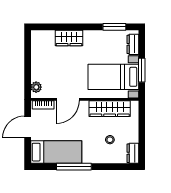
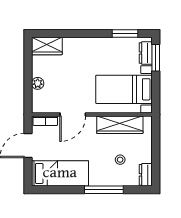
wardrobe: (69, 38) -> (47, 46), moved
window: (142, 70) -> (156, 58), moved
plant: (36, 87) -> (38, 83), moved
window: (74, 167) -> (104, 190), moved

